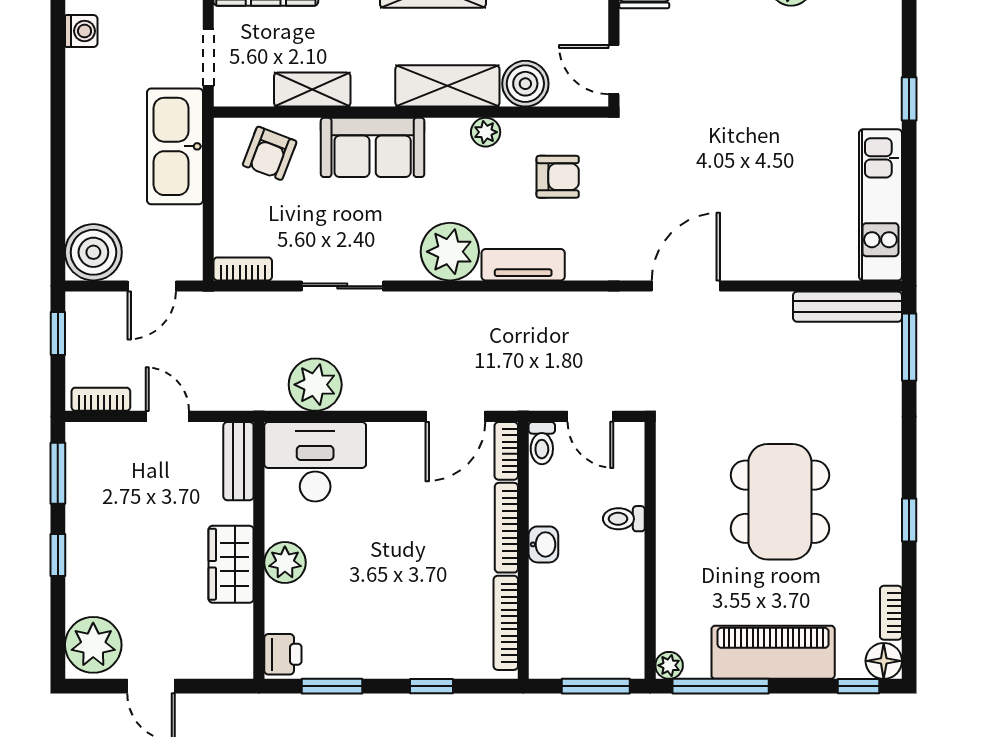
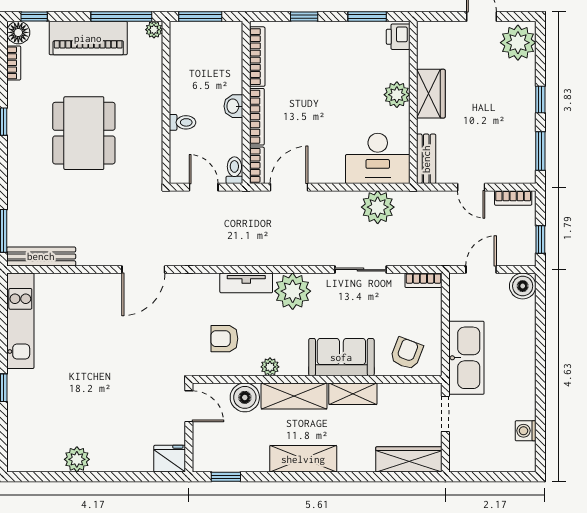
shelving: (312, 90) -> (353, 394), moved
boiler: (93, 252) -> (523, 286), width x0.73, depth x0.73

